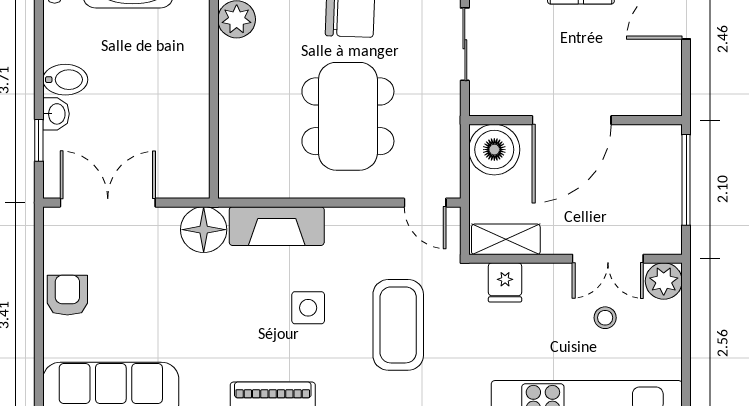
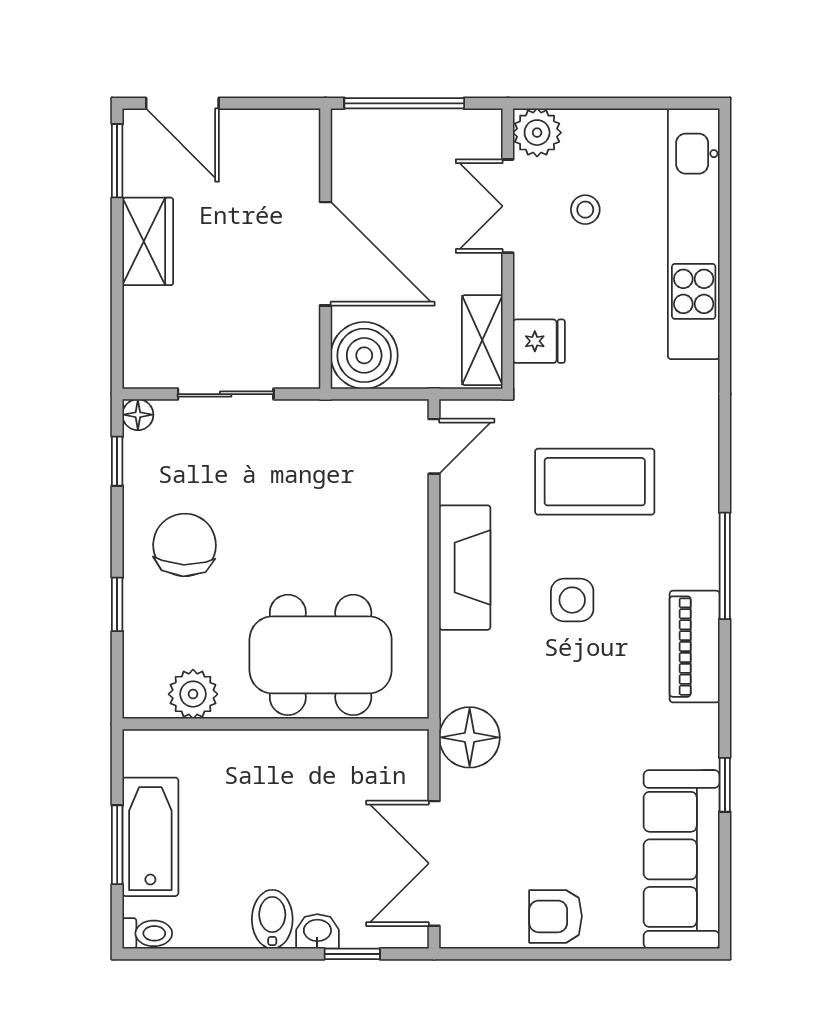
dining table: (348, 116) -> (321, 655), moved
fireplace: (277, 226) -> (465, 568), moved
double door: (608, 259) -> (508, 206), swing flipped

